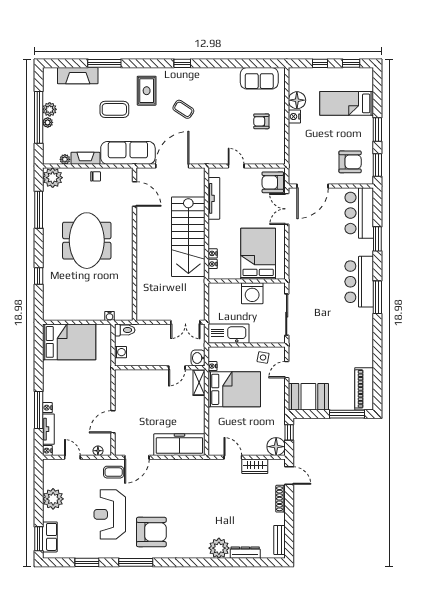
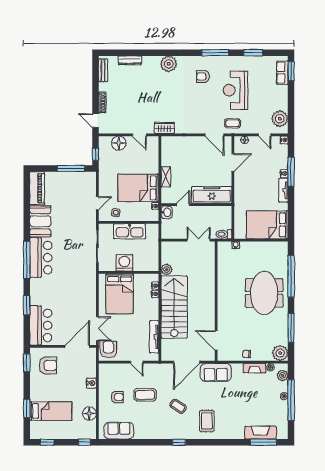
window: (104, 63) -> (263, 442), moved
window: (320, 63) -> (84, 442), moved
plant: (50, 109) -> (283, 376), moved
coffee table: (114, 109) -> (145, 395), moved
nightstand: (294, 117) -> (91, 383), moved
window: (377, 129) -> (27, 408), moved
sofa: (128, 153) -> (216, 372), width x0.73
armchair: (350, 162) -> (48, 365), turned 180
armchair: (273, 182) -> (108, 349), turned -90
meeting table: (87, 241) -> (264, 293), moved
window: (39, 276) -> (291, 276), width x3.17
bar counter: (359, 282) -> (41, 258), moved
plant: (198, 285) -> (167, 269), added
window: (377, 297) -> (27, 260), width x1.46
double door: (185, 322) -> (199, 240), moved
kitchen sink: (229, 334) -> (130, 231), moved
washing machine: (121, 352) -> (227, 217), removed
shelving: (199, 382) -> (166, 177), moved
booth: (308, 397) -> (40, 221), moved, turned 90
window: (347, 414) -> (71, 168), moved
tv unit: (48, 429) -> (283, 190), moved
freezer: (179, 445) -> (212, 195), moved, turned 180
floor lamp: (276, 447) -> (119, 143), moved
door: (137, 457) -> (214, 135), swing flipped
wardrobe: (255, 466) -> (164, 128), moved
plant: (53, 499) -> (280, 119), moved
reception desk: (110, 514) -> (236, 90), turned 180
armchair: (151, 532) -> (203, 76), width x0.53, depth x0.53
plant: (219, 548) -> (169, 64), moved

